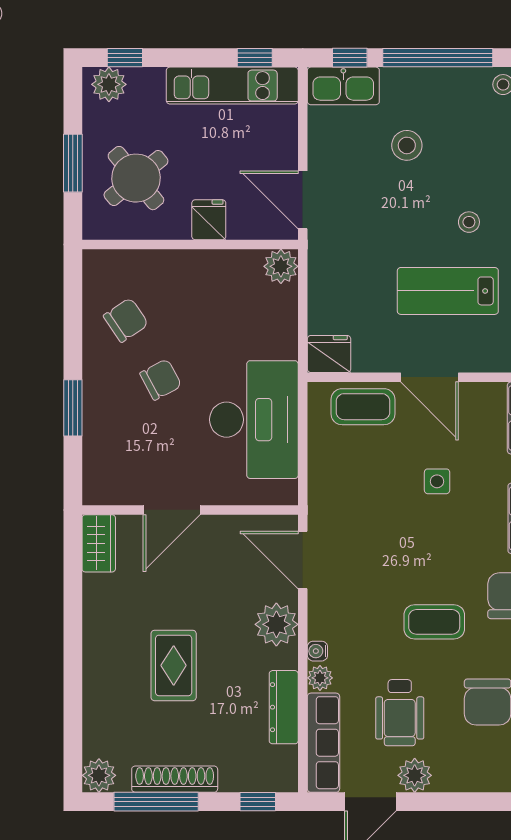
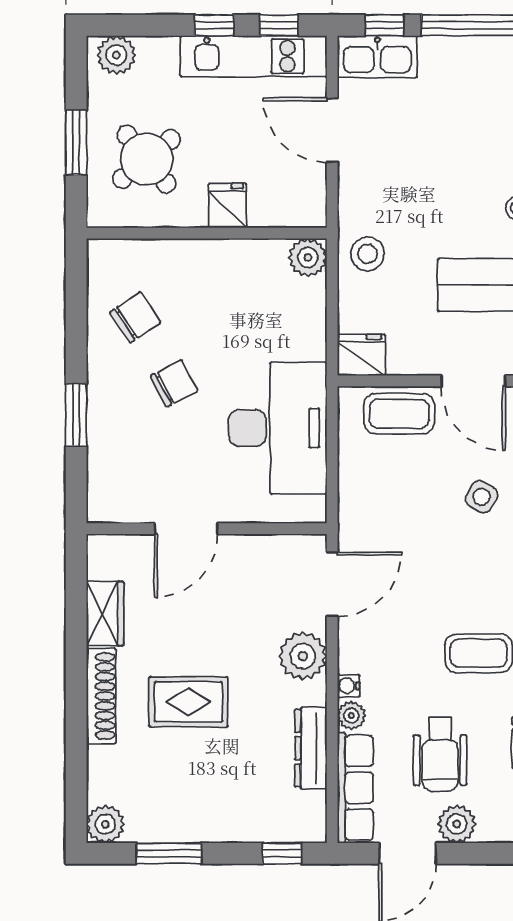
window: (125, 58) -> (214, 25), moved
stool: (407, 145) -> (368, 254), moved
door: (303, 200) -> (332, 130), moved
side table: (437, 481) -> (482, 497), turned 30
wardrobe: (99, 543) -> (105, 614), moved
door: (303, 560) -> (332, 584), swing flipped
rug: (174, 665) -> (188, 702), turned 90
shoe rack: (175, 779) -> (101, 696), moved, turned 90
window: (156, 802) -> (169, 853), width x0.69

